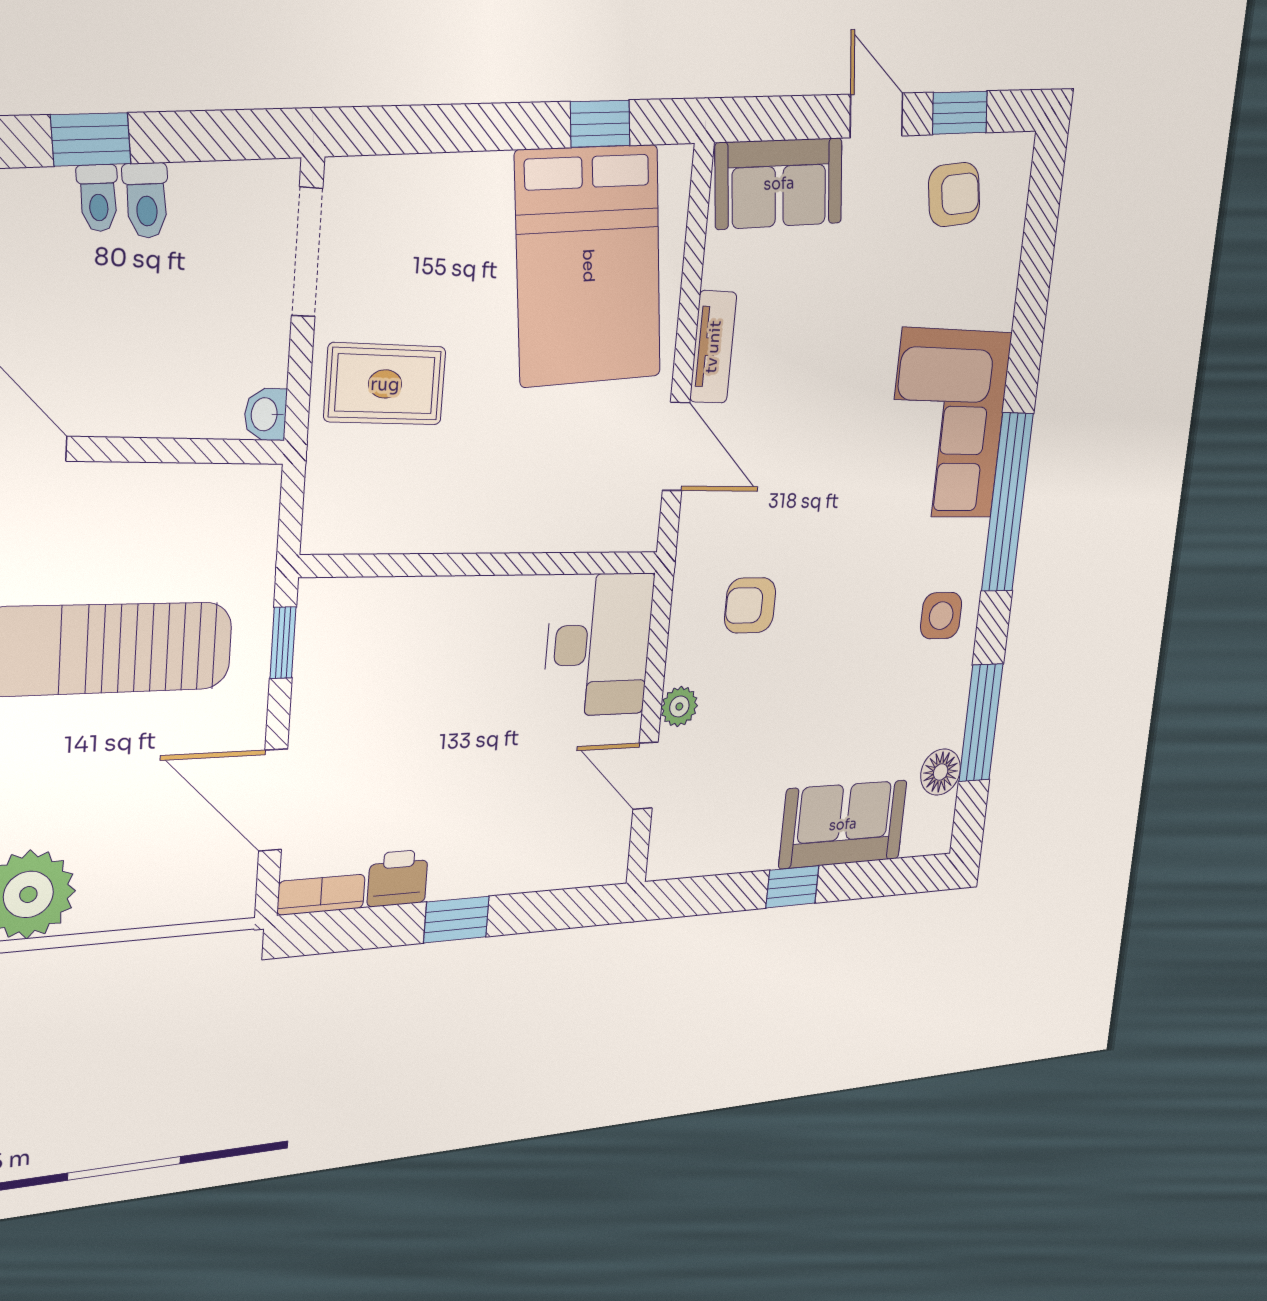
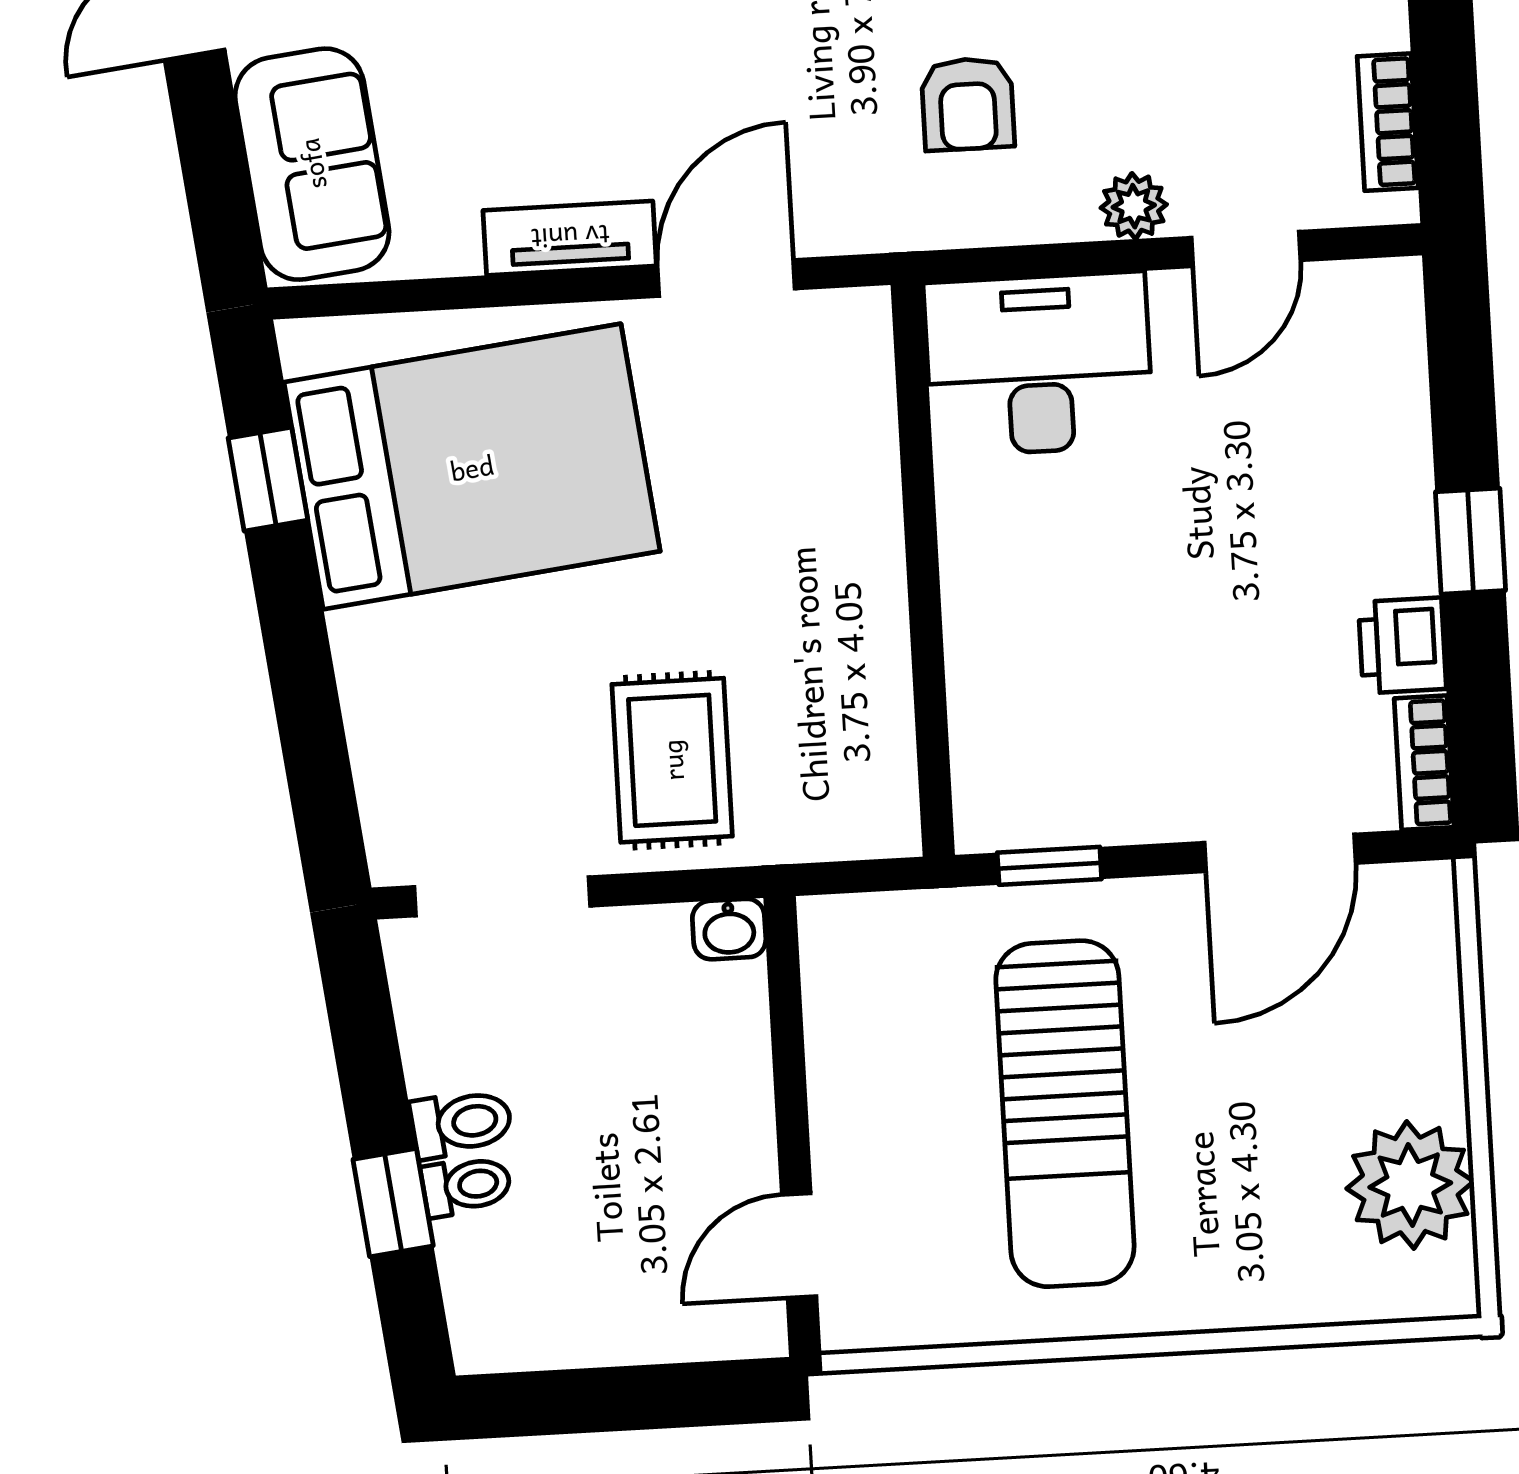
bookcase: (702, 861) -> (1388, 122), added

